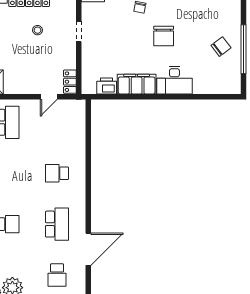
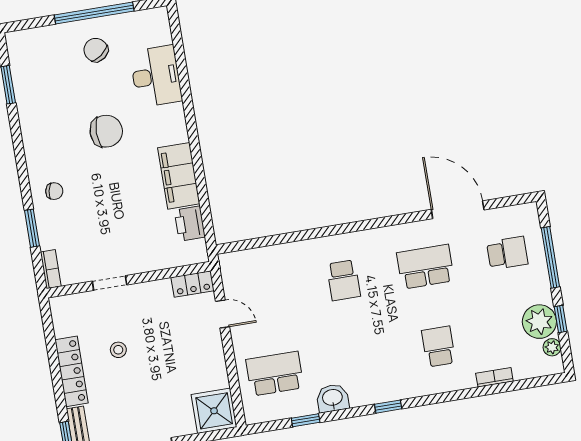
chair: (164, 36) -> (106, 131), moved
desk: (174, 80) -> (156, 76), moved

